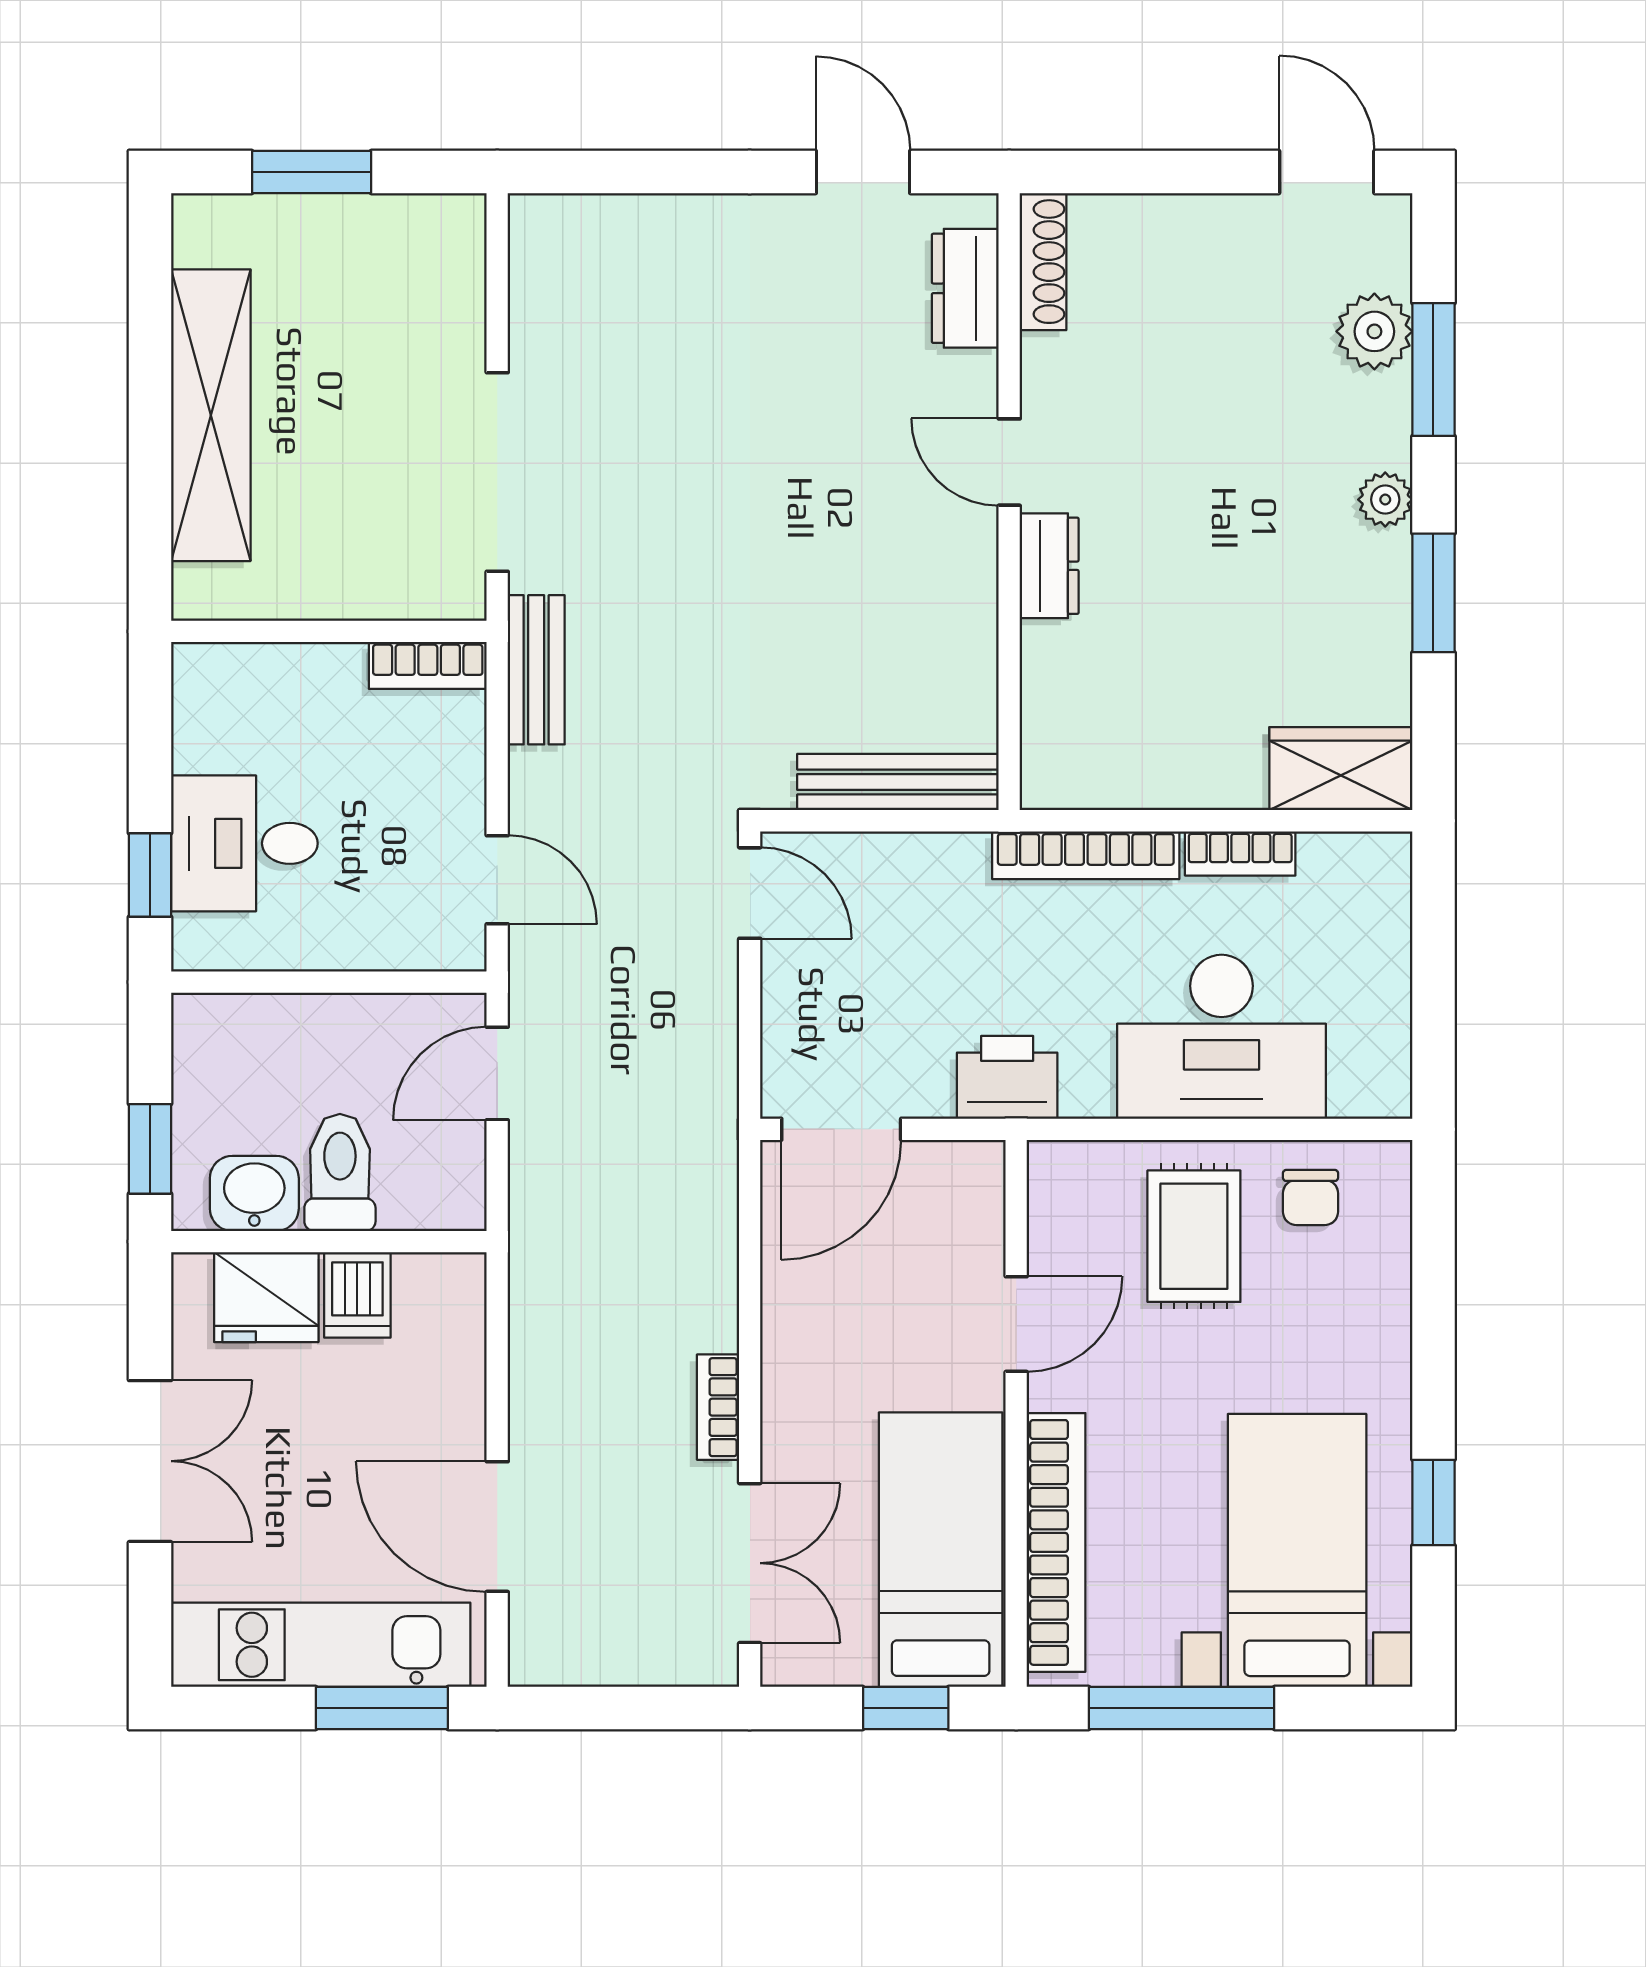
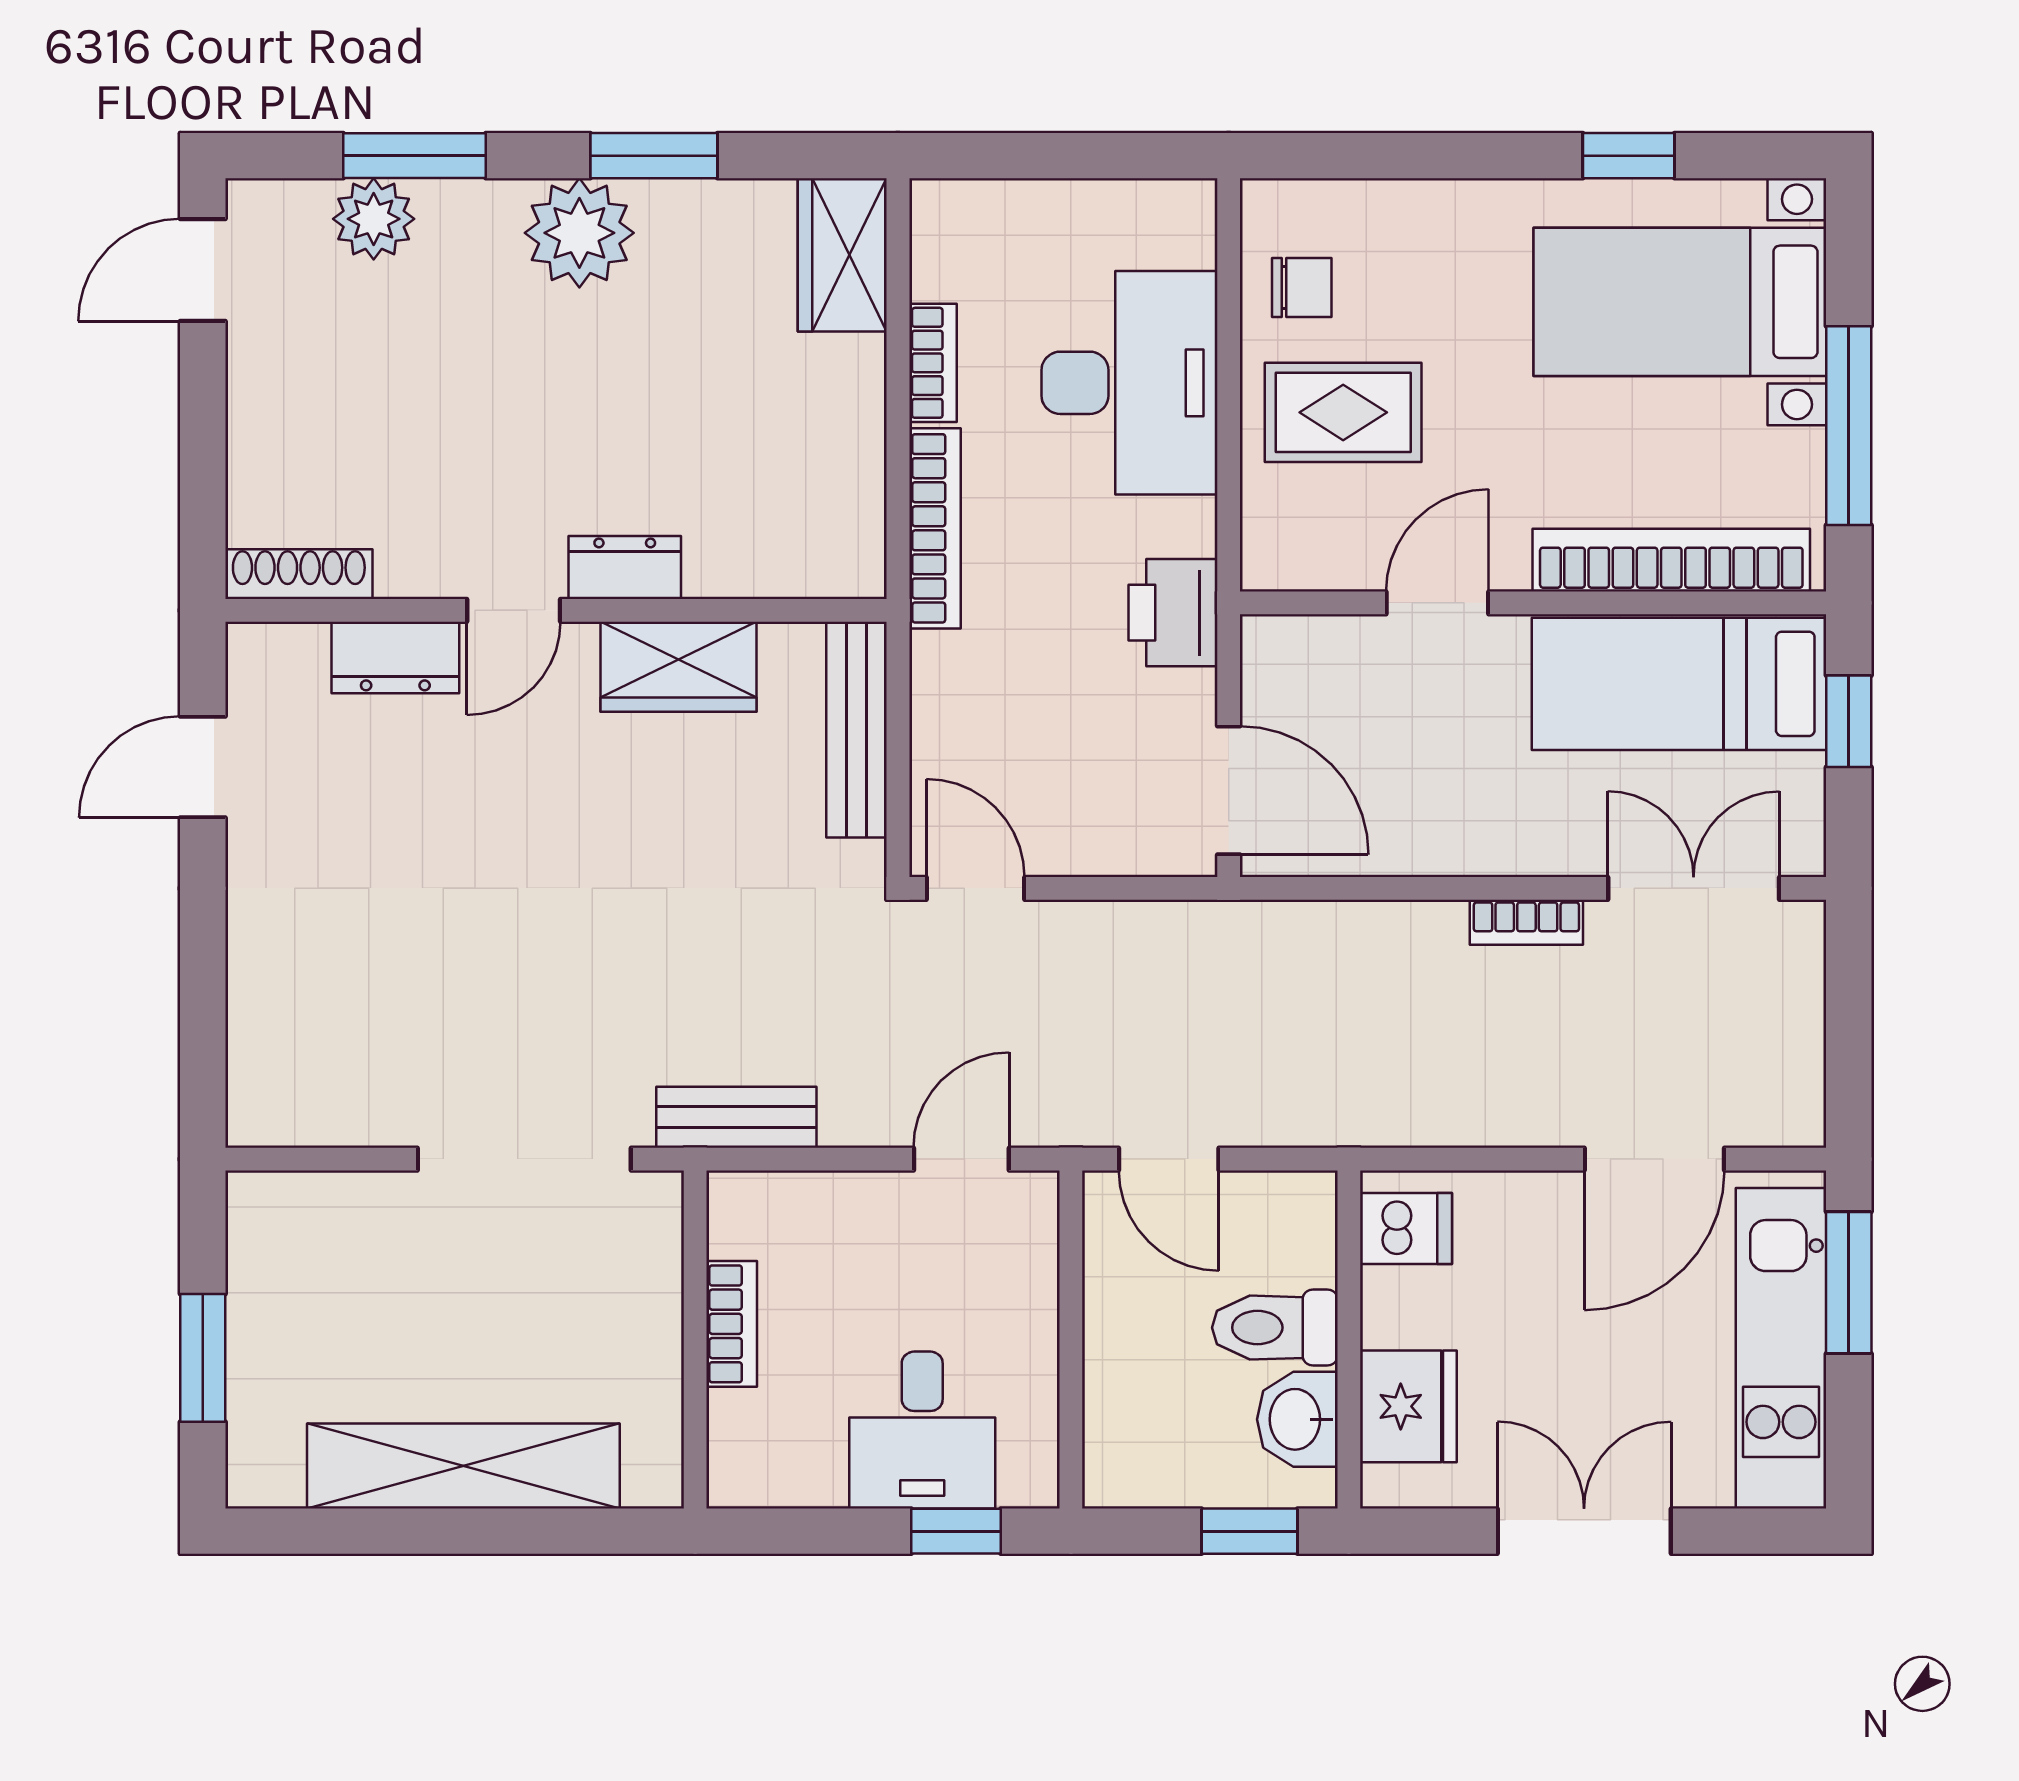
dresser: (965, 288) -> (395, 657), moved
plant: (1385, 500) -> (579, 233), width x1.87, depth x1.87
wardrobe: (957, 616) -> (679, 667), added
bookcase: (428, 665) -> (732, 1324), moved
door: (750, 893) -> (976, 888), hinge flipped
dishwasher: (357, 1295) -> (1406, 1228), moved
door: (1016, 1324) -> (1437, 603), hinge flipped

